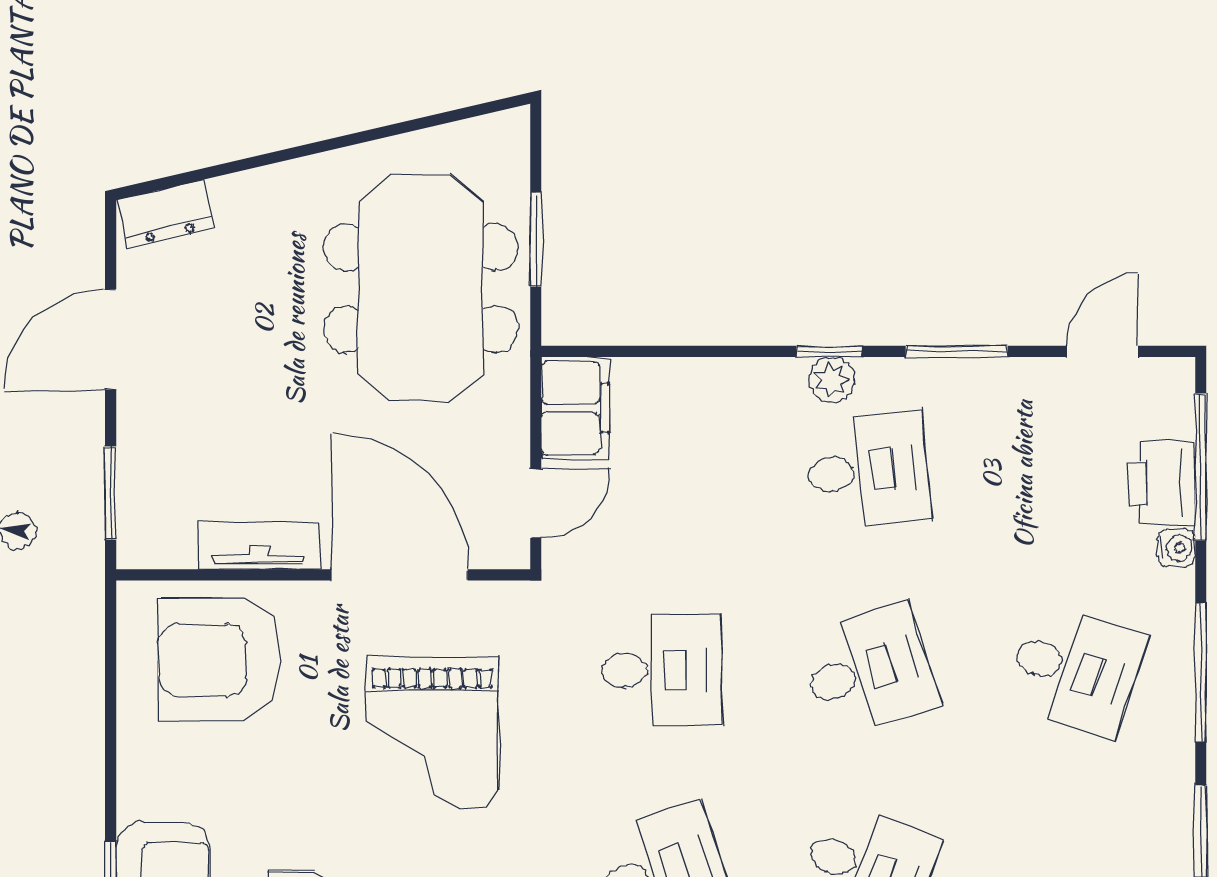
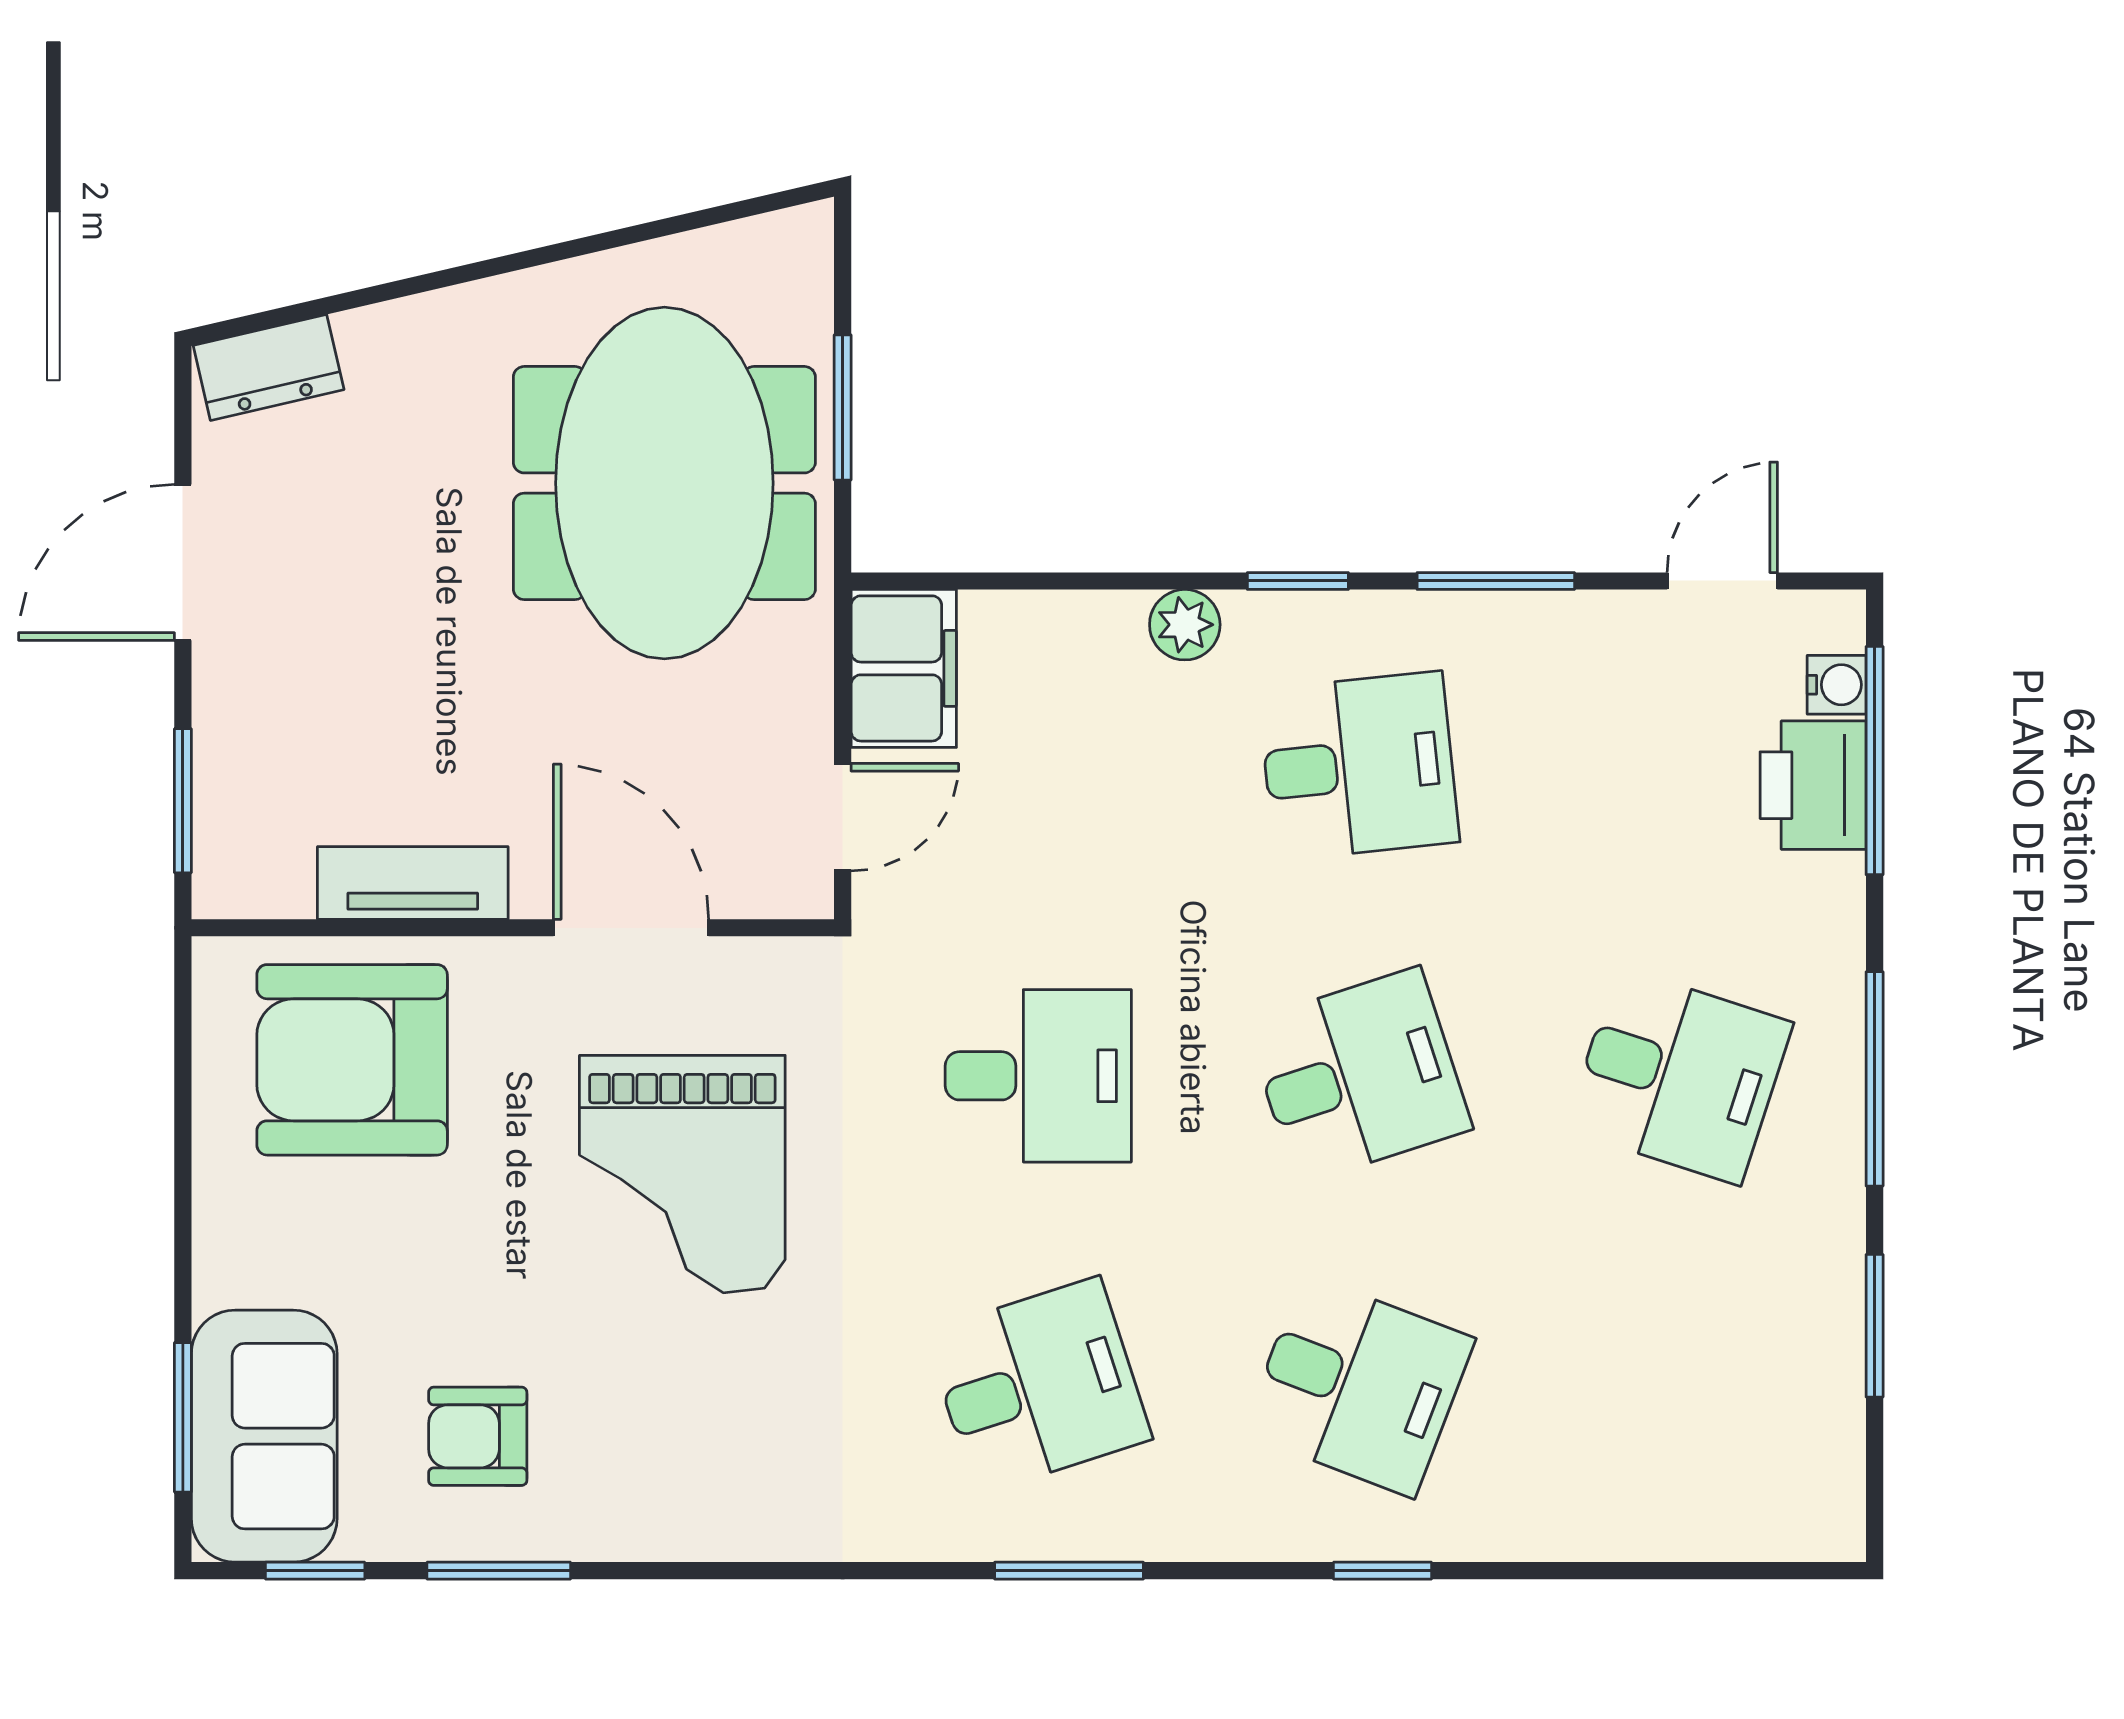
plant: (832, 380) -> (1185, 625), moved
water cooler: (1176, 548) -> (1837, 685), moved
door: (399, 575) -> (631, 928), width x0.73

